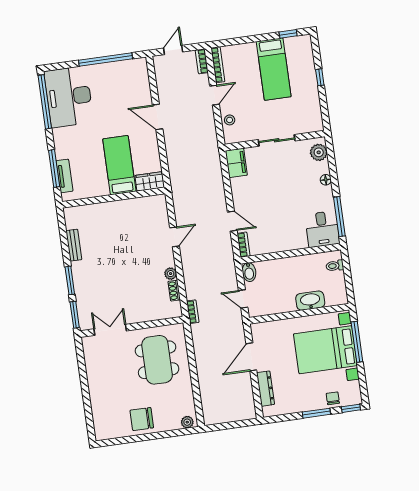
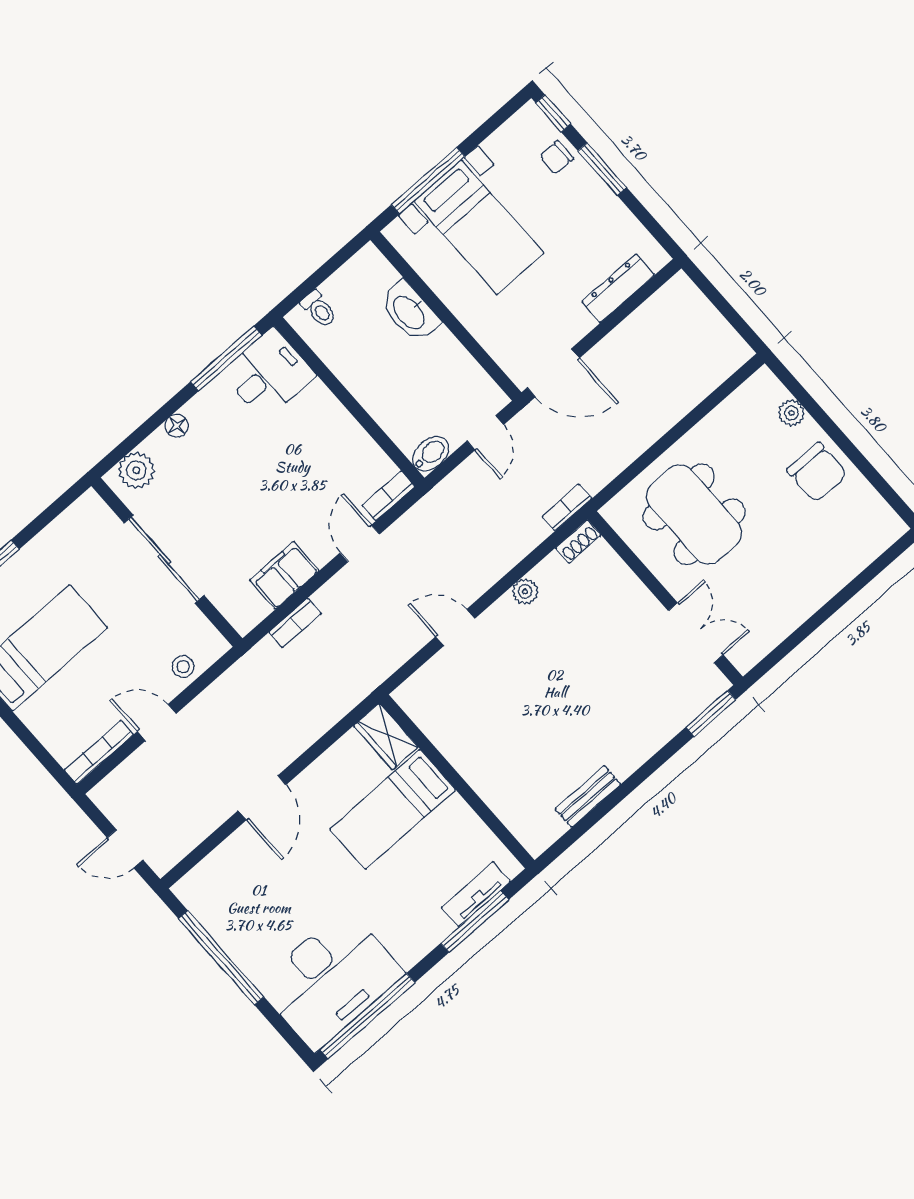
bookcase: (202, 61) -> (295, 623), moved
sliding door: (277, 140) -> (164, 559), width x1.37
filing cabinet: (236, 163) -> (284, 575), moved
window: (70, 280) -> (655, 762), removed
shoe rack: (174, 291) -> (578, 541), moved
double door: (110, 330) -> (696, 633), swing flipped
bed with nightstands: (325, 350) -> (479, 227), width x0.73
door: (251, 357) -> (553, 373), moved
dining table: (157, 360) -> (694, 514), turned 90
plant: (187, 422) -> (791, 413), moved

